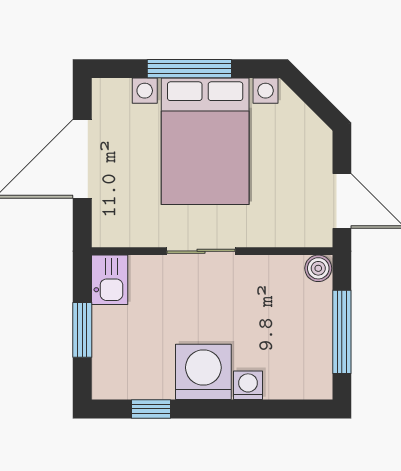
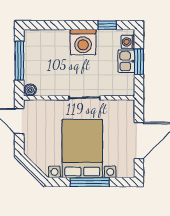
kitchen sink: (110, 280) -> (126, 61), moved
washing machine: (248, 385) -> (128, 42), moved, turned 90

